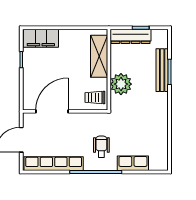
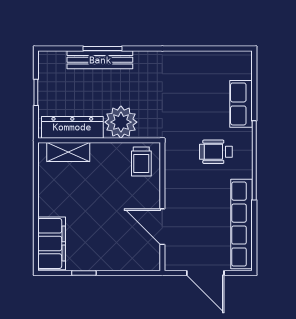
dresser: (131, 36) -> (72, 127), moved, turned -90
shelving: (99, 56) -> (68, 152), width x0.67, depth x0.75
door: (52, 111) -> (162, 227), width x0.73

